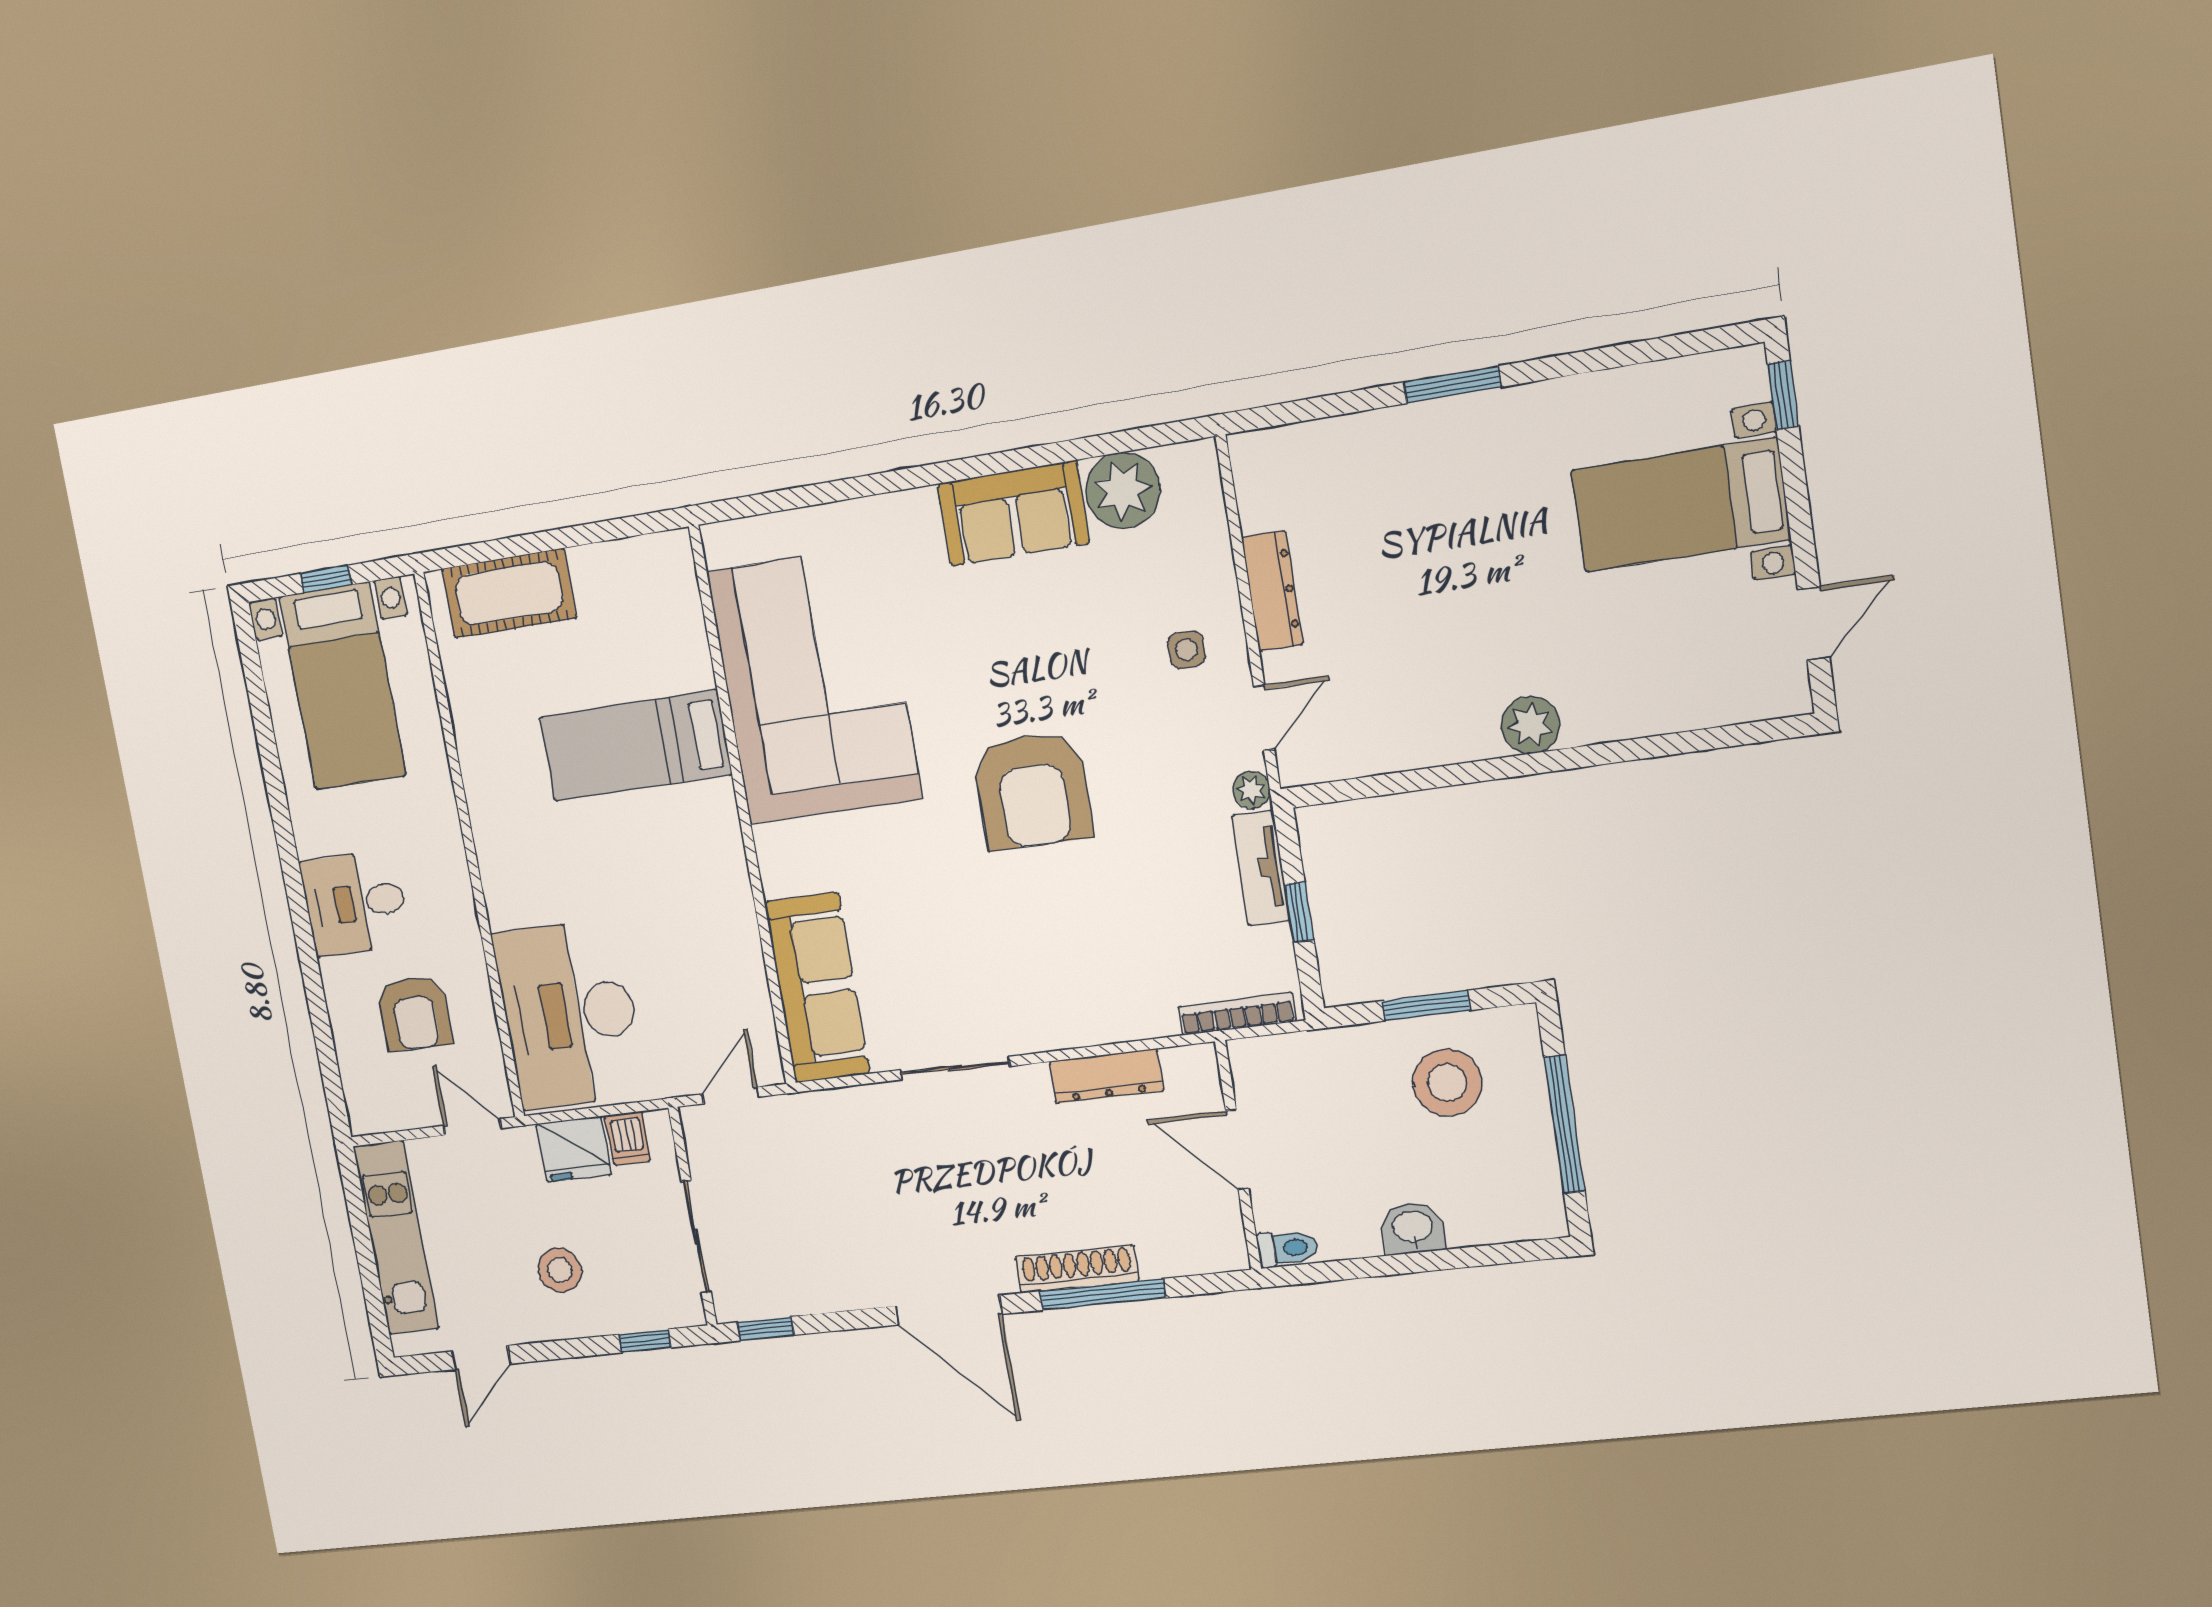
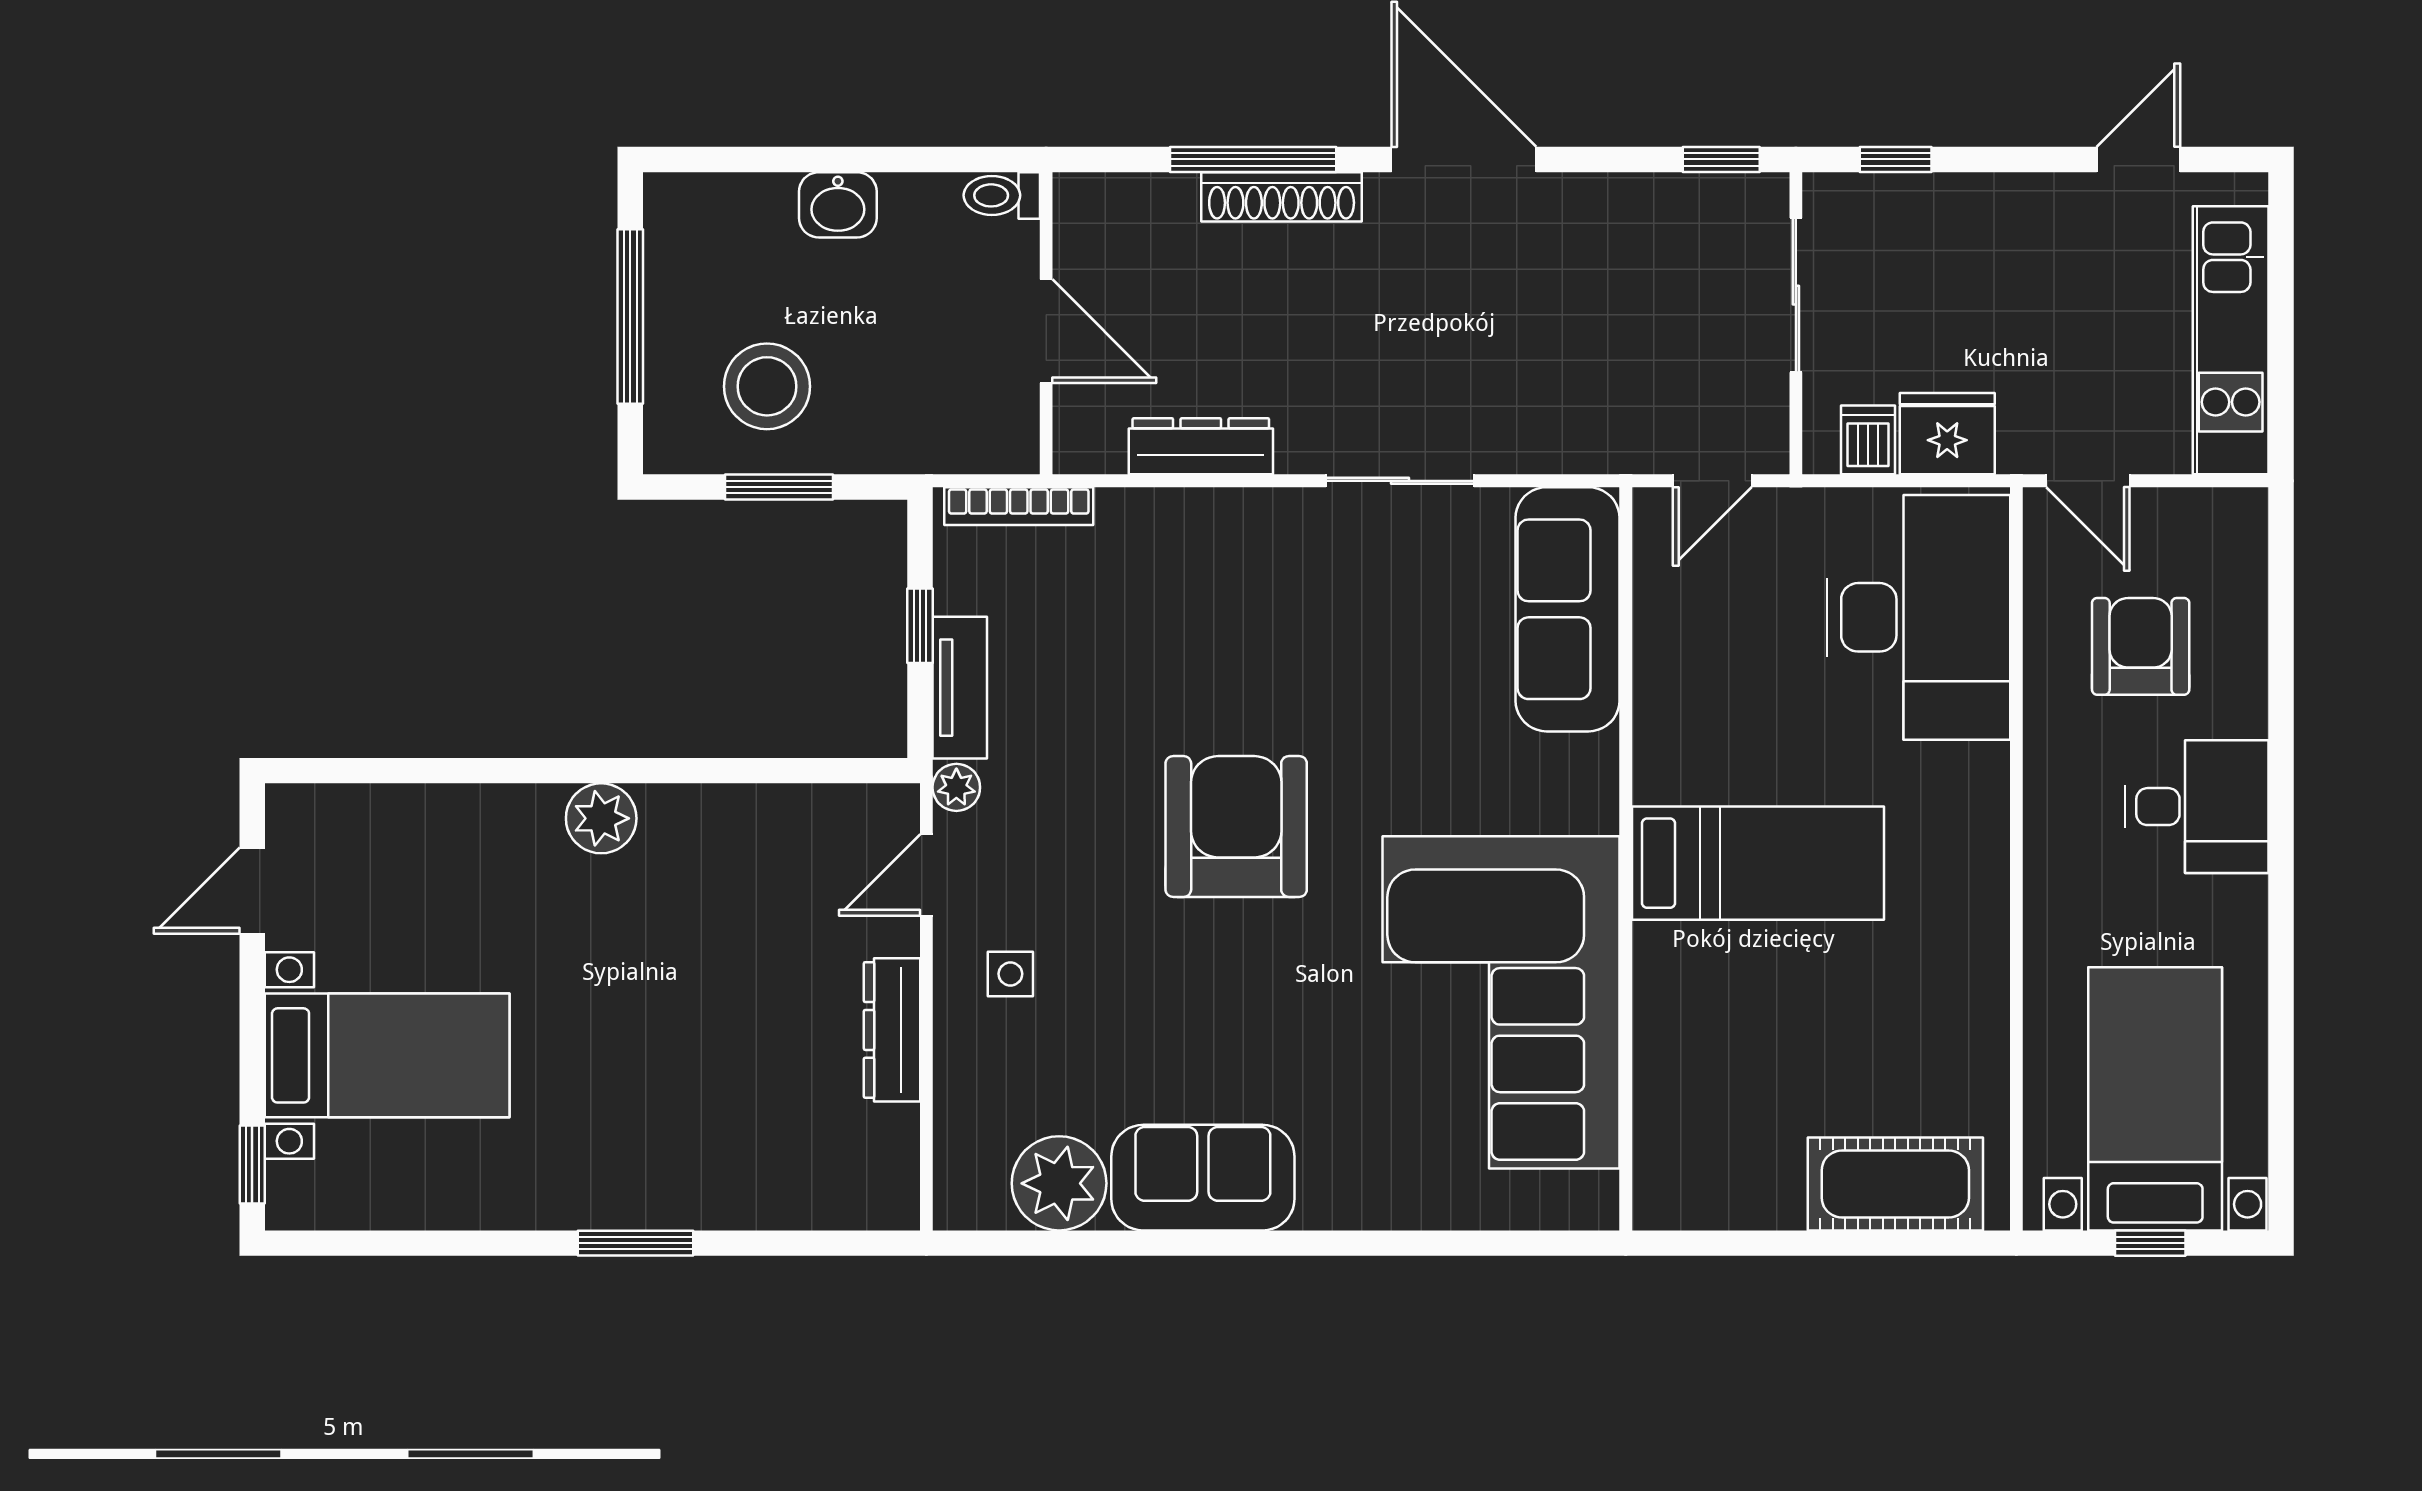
bed: (635, 746) -> (1758, 863), moved
stool: (560, 1270) -> (2000, 270), removed

